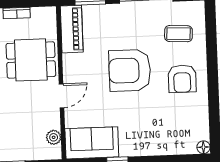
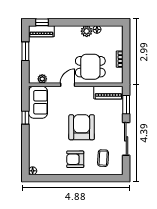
dining table: (31, 60) -> (90, 67), turned 90
door: (62, 96) -> (68, 85), swing flipped

